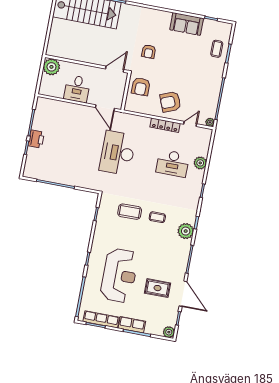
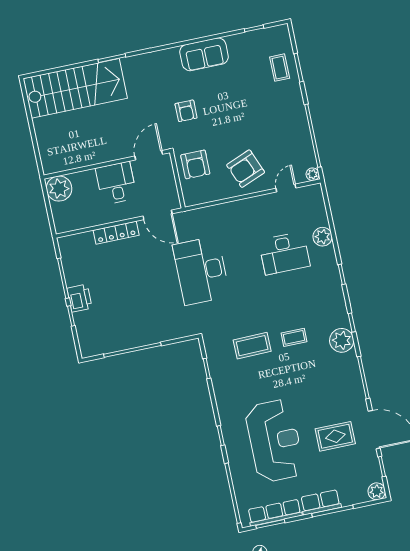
sofa: (187, 24) -> (204, 54), moved
desk: (77, 89) -> (116, 183), moved, turned 180
locker: (165, 125) -> (116, 233), moved

